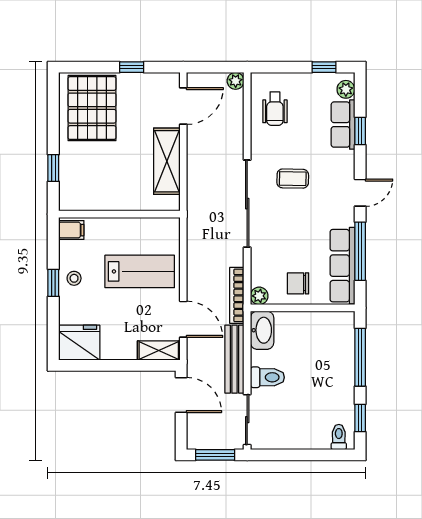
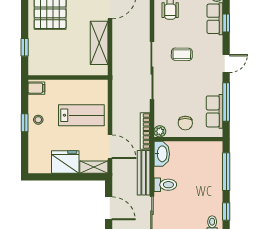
row of seats: (342, 266) -> (214, 111), width x0.68
chair: (298, 283) -> (185, 123), turned -90
fridge: (79, 343) -> (65, 162), moved
door: (181, 395) -> (109, 208), moved

